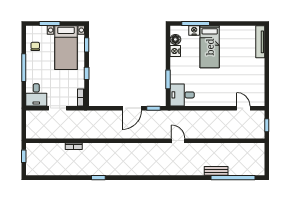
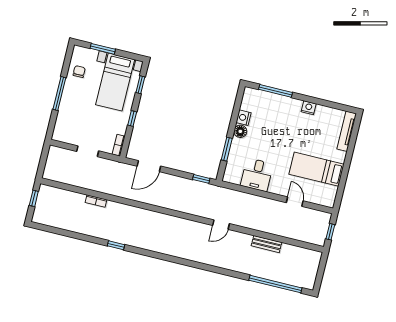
nightstand: (194, 30) -> (309, 108), moved
floor lamp: (175, 39) -> (240, 131), moved
bed: (210, 47) -> (317, 169), moved, turned 90
desk: (36, 95) -> (66, 129), removed
desk: (182, 95) -> (257, 175), moved, turned -90
door: (132, 108) -> (149, 166), moved
door: (243, 108) -> (295, 202), moved
door: (178, 141) -> (221, 225), swing flipped
bench: (216, 171) -> (267, 244), moved

